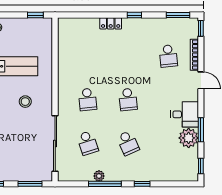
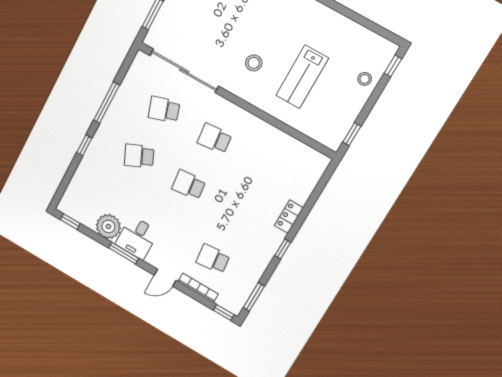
window: (201, 130) -> (124, 253), moved
plant: (99, 176) -> (119, 101), removed

